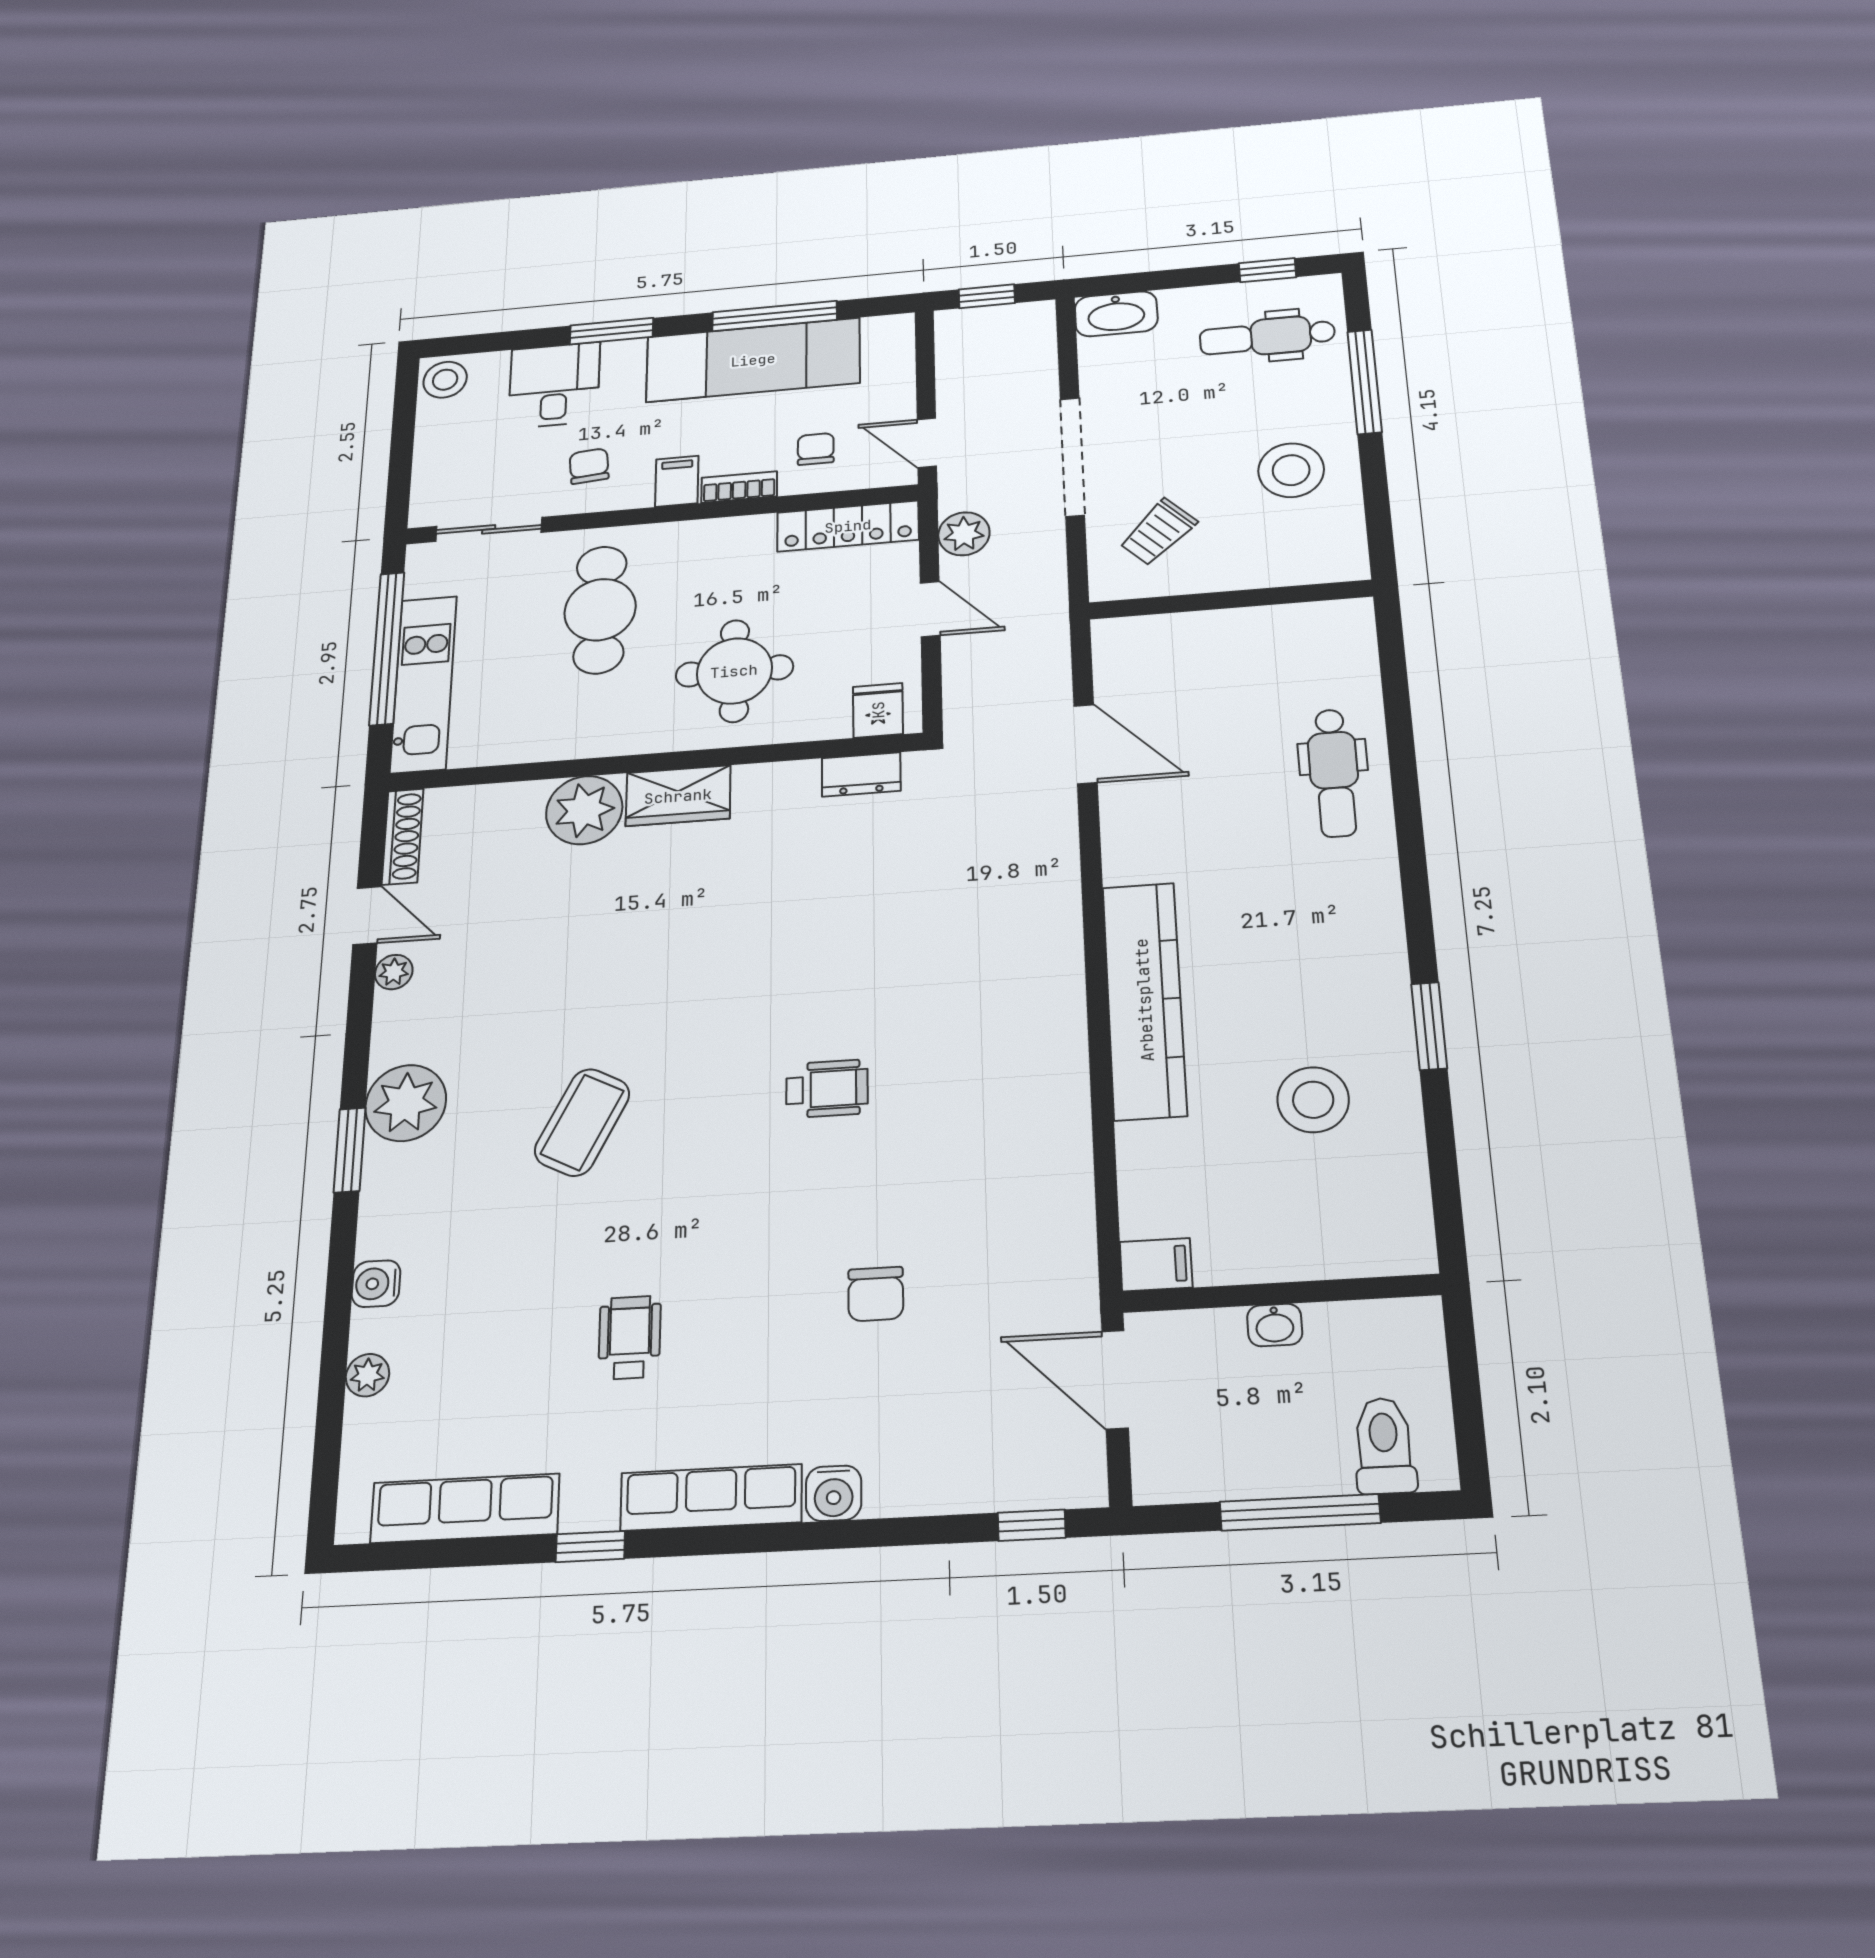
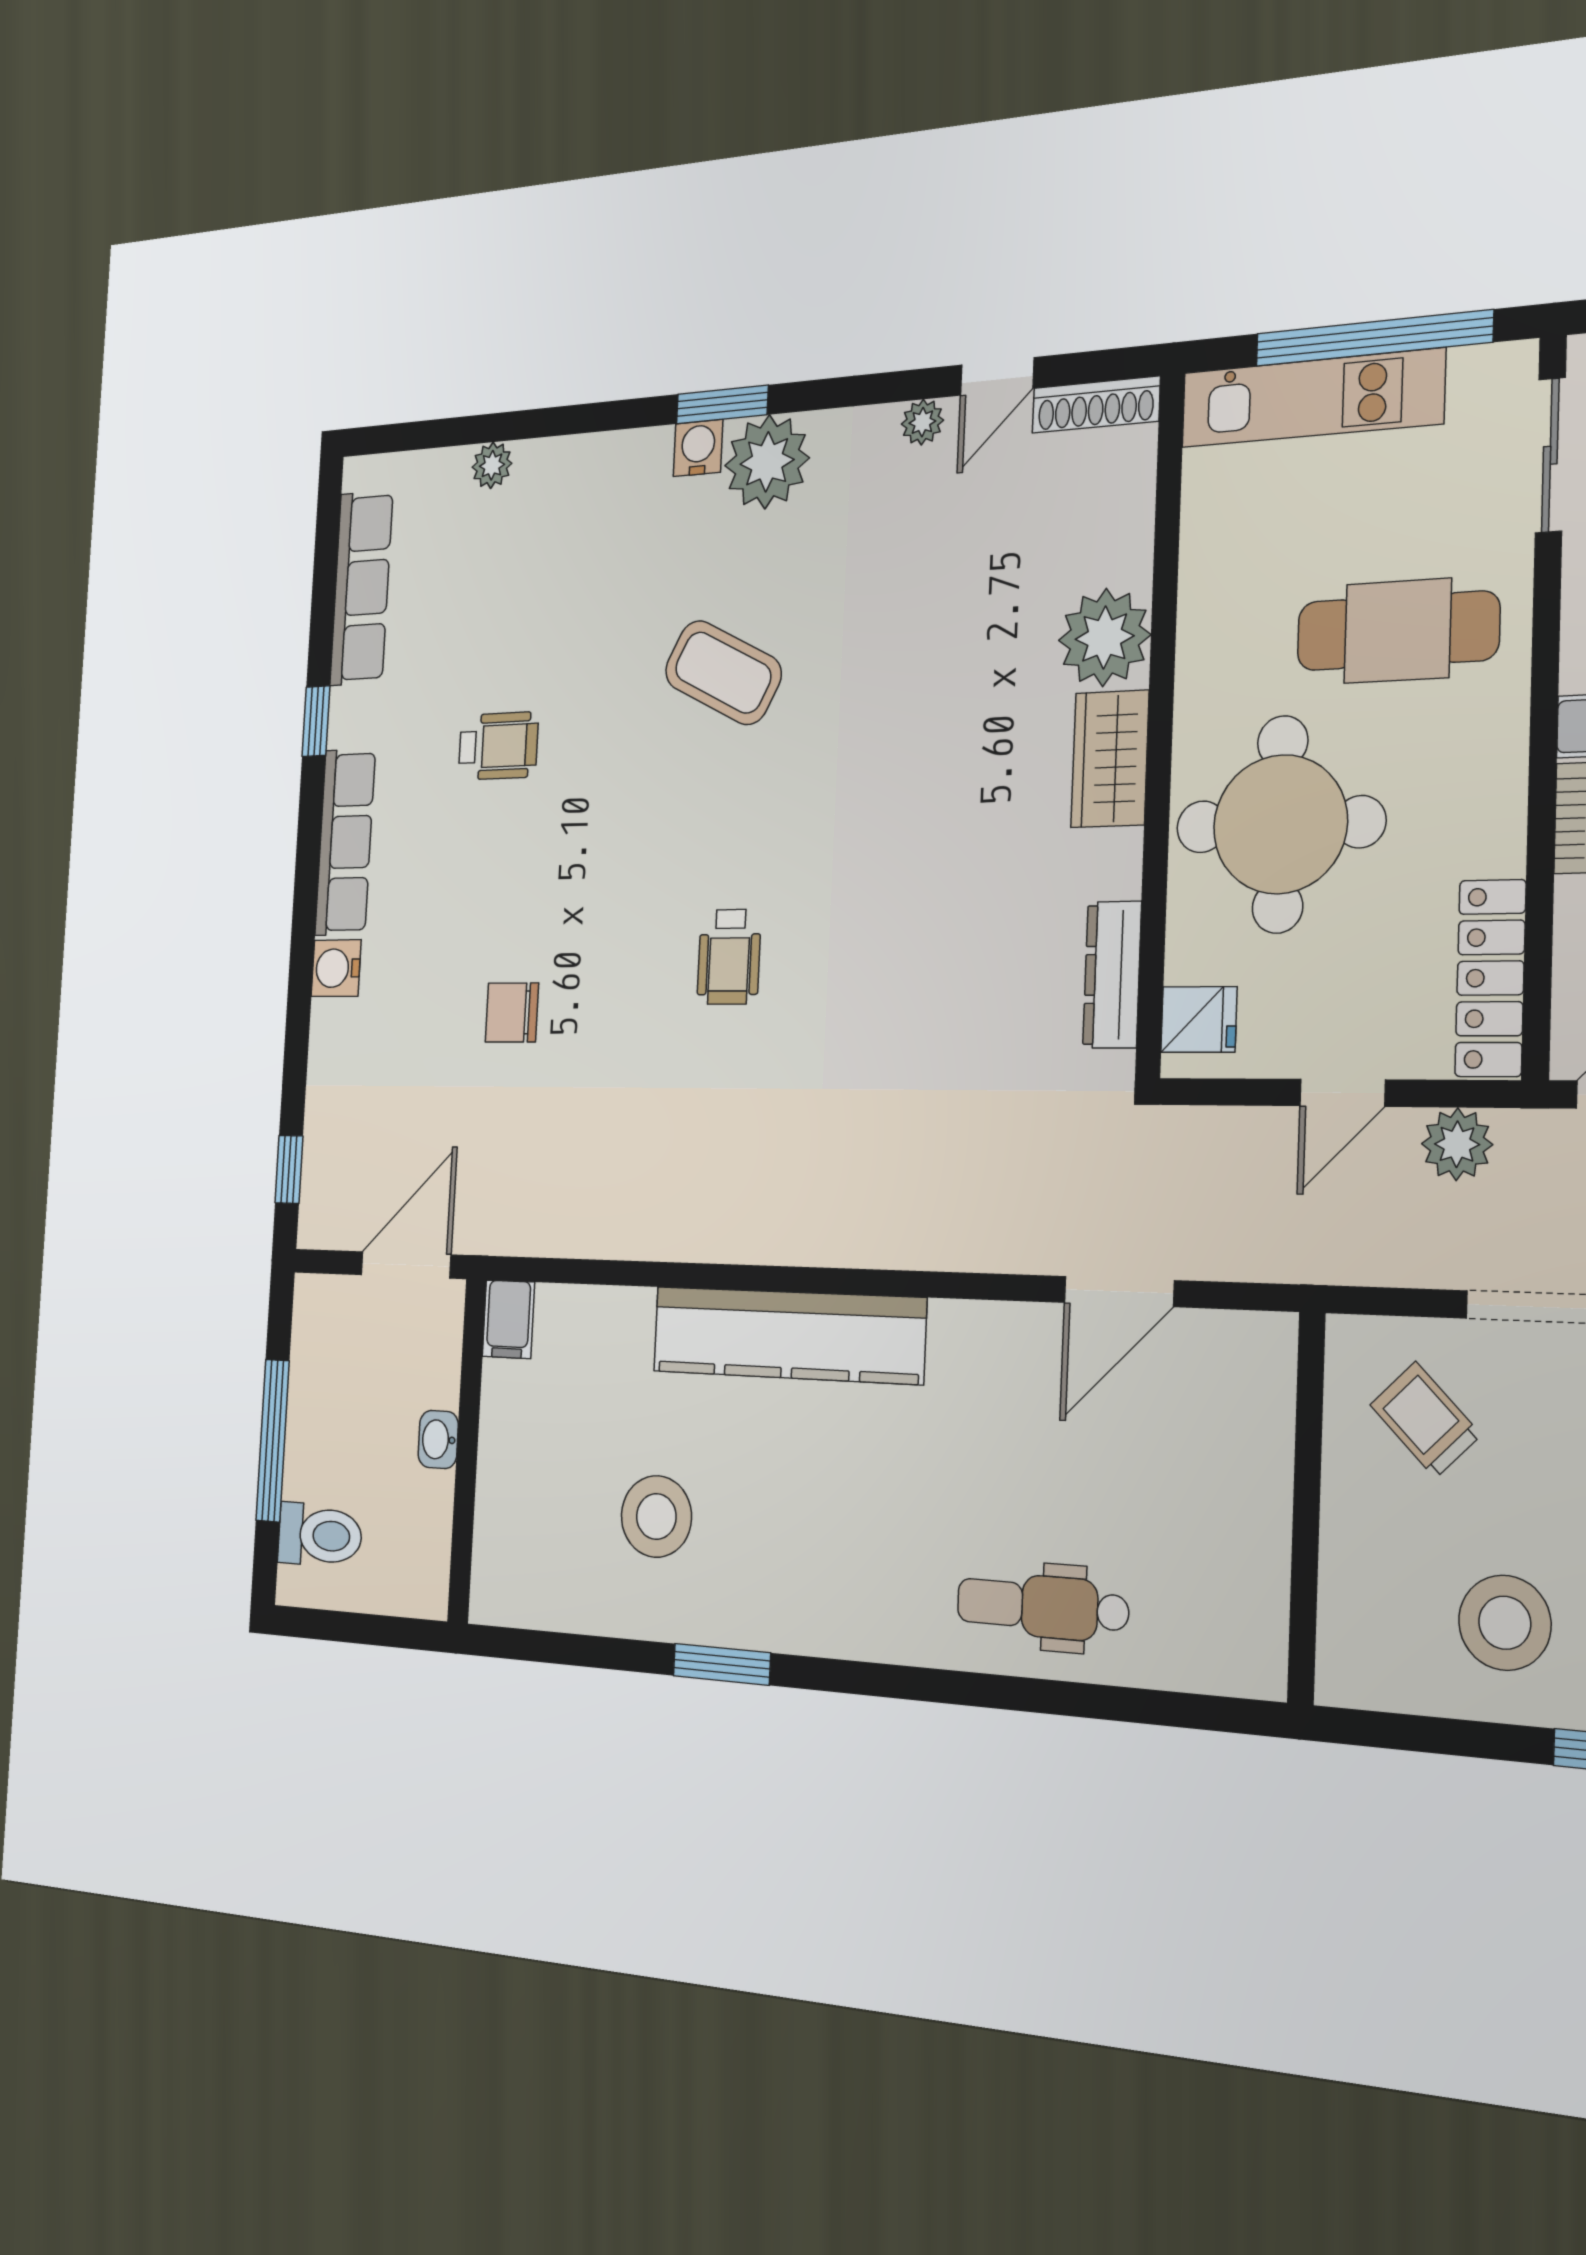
round table: (734, 671) -> (1280, 824), width x1.36, depth x1.36
dresser: (861, 774) -> (1112, 975), width x1.44
water cooler: (376, 1284) -> (698, 448), moved

